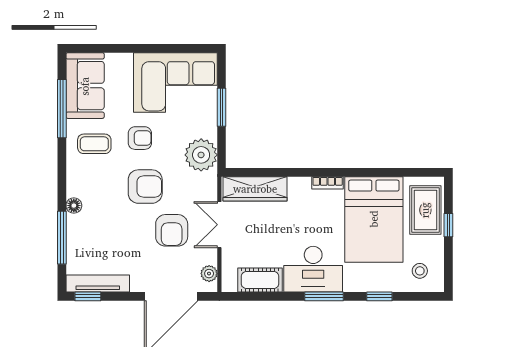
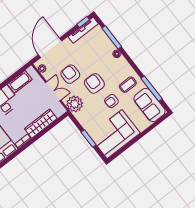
plant: (201, 155) -> (75, 104), moved
armchair: (145, 187) -> (94, 83), turned 90
wardrobe: (255, 189) -> (41, 124), moved

